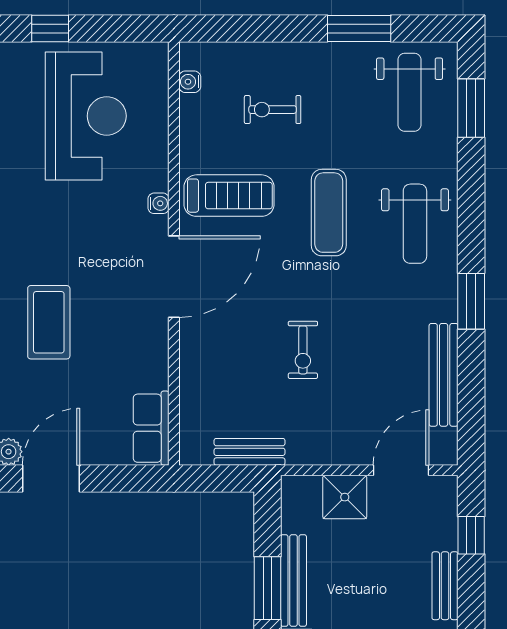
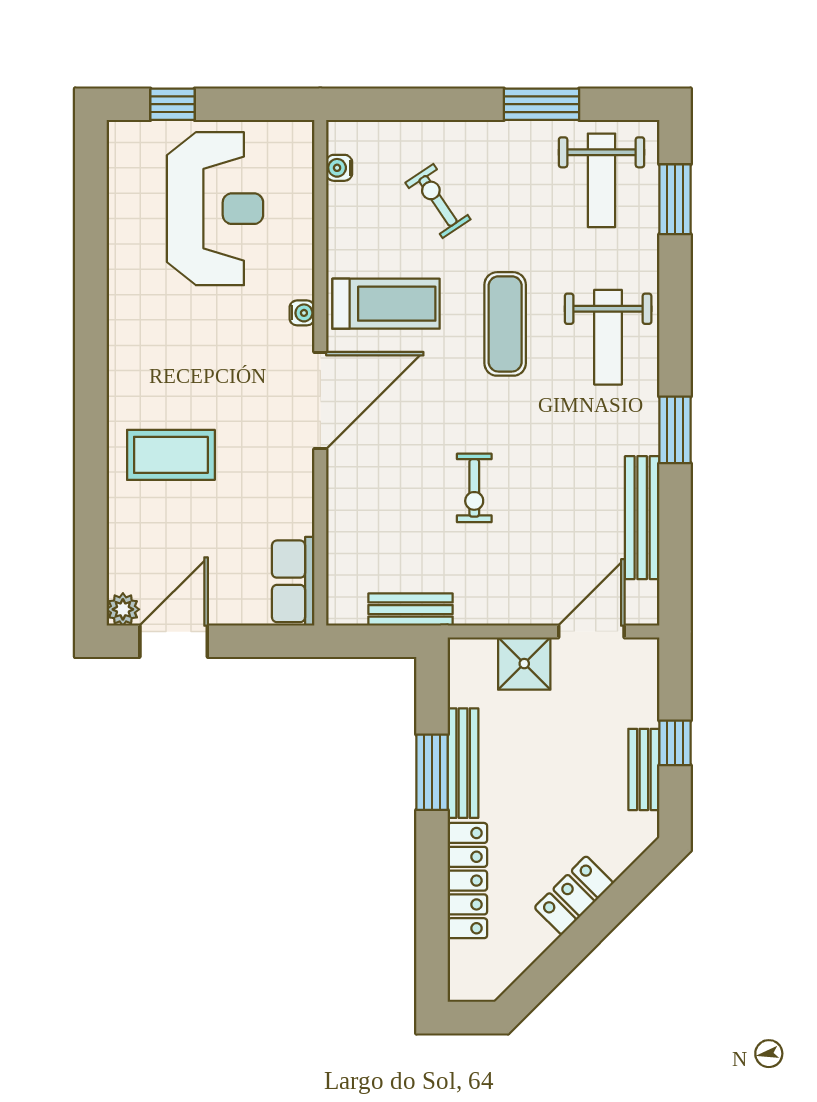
exercise bike: (273, 110) -> (438, 201), turned 56
coffee table: (49, 322) -> (171, 455), turned 90
window: (471, 535) -> (675, 743), moved

